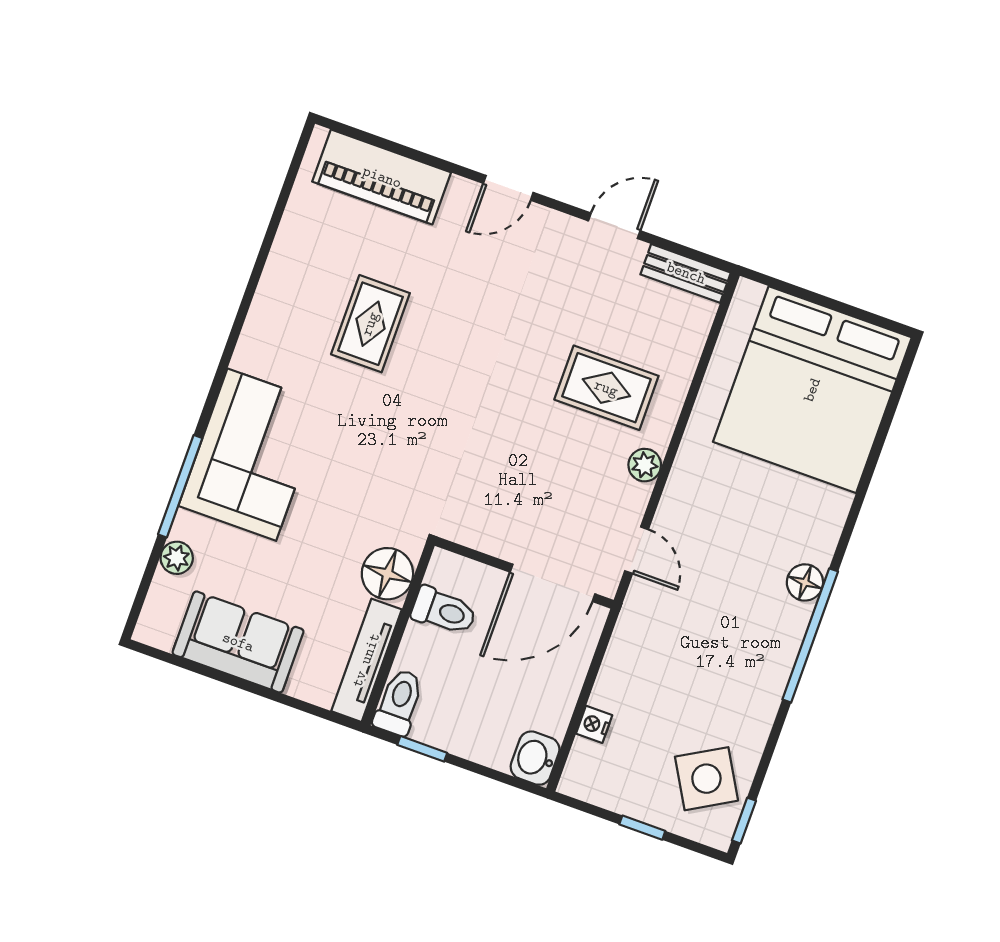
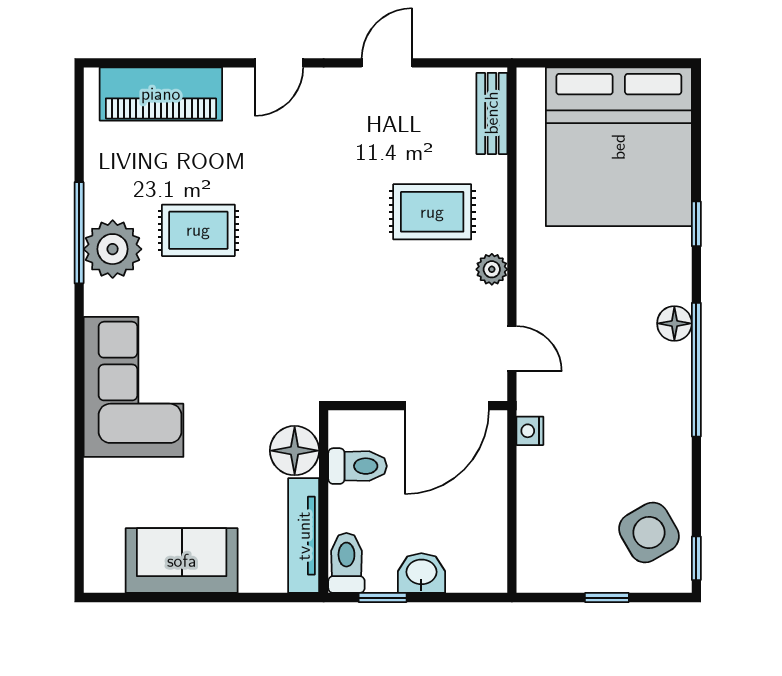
bench: (686, 273) -> (492, 113), moved, turned 90
rug: (370, 324) -> (198, 230), turned 90
window: (180, 486) -> (79, 233), moved
window: (861, 492) -> (696, 224), added
plant: (177, 558) -> (113, 249), moved, width x1.88, depth x1.88
nightstand: (594, 724) -> (530, 431), moved
washbasin: (535, 758) -> (421, 573), moved, turned 90

